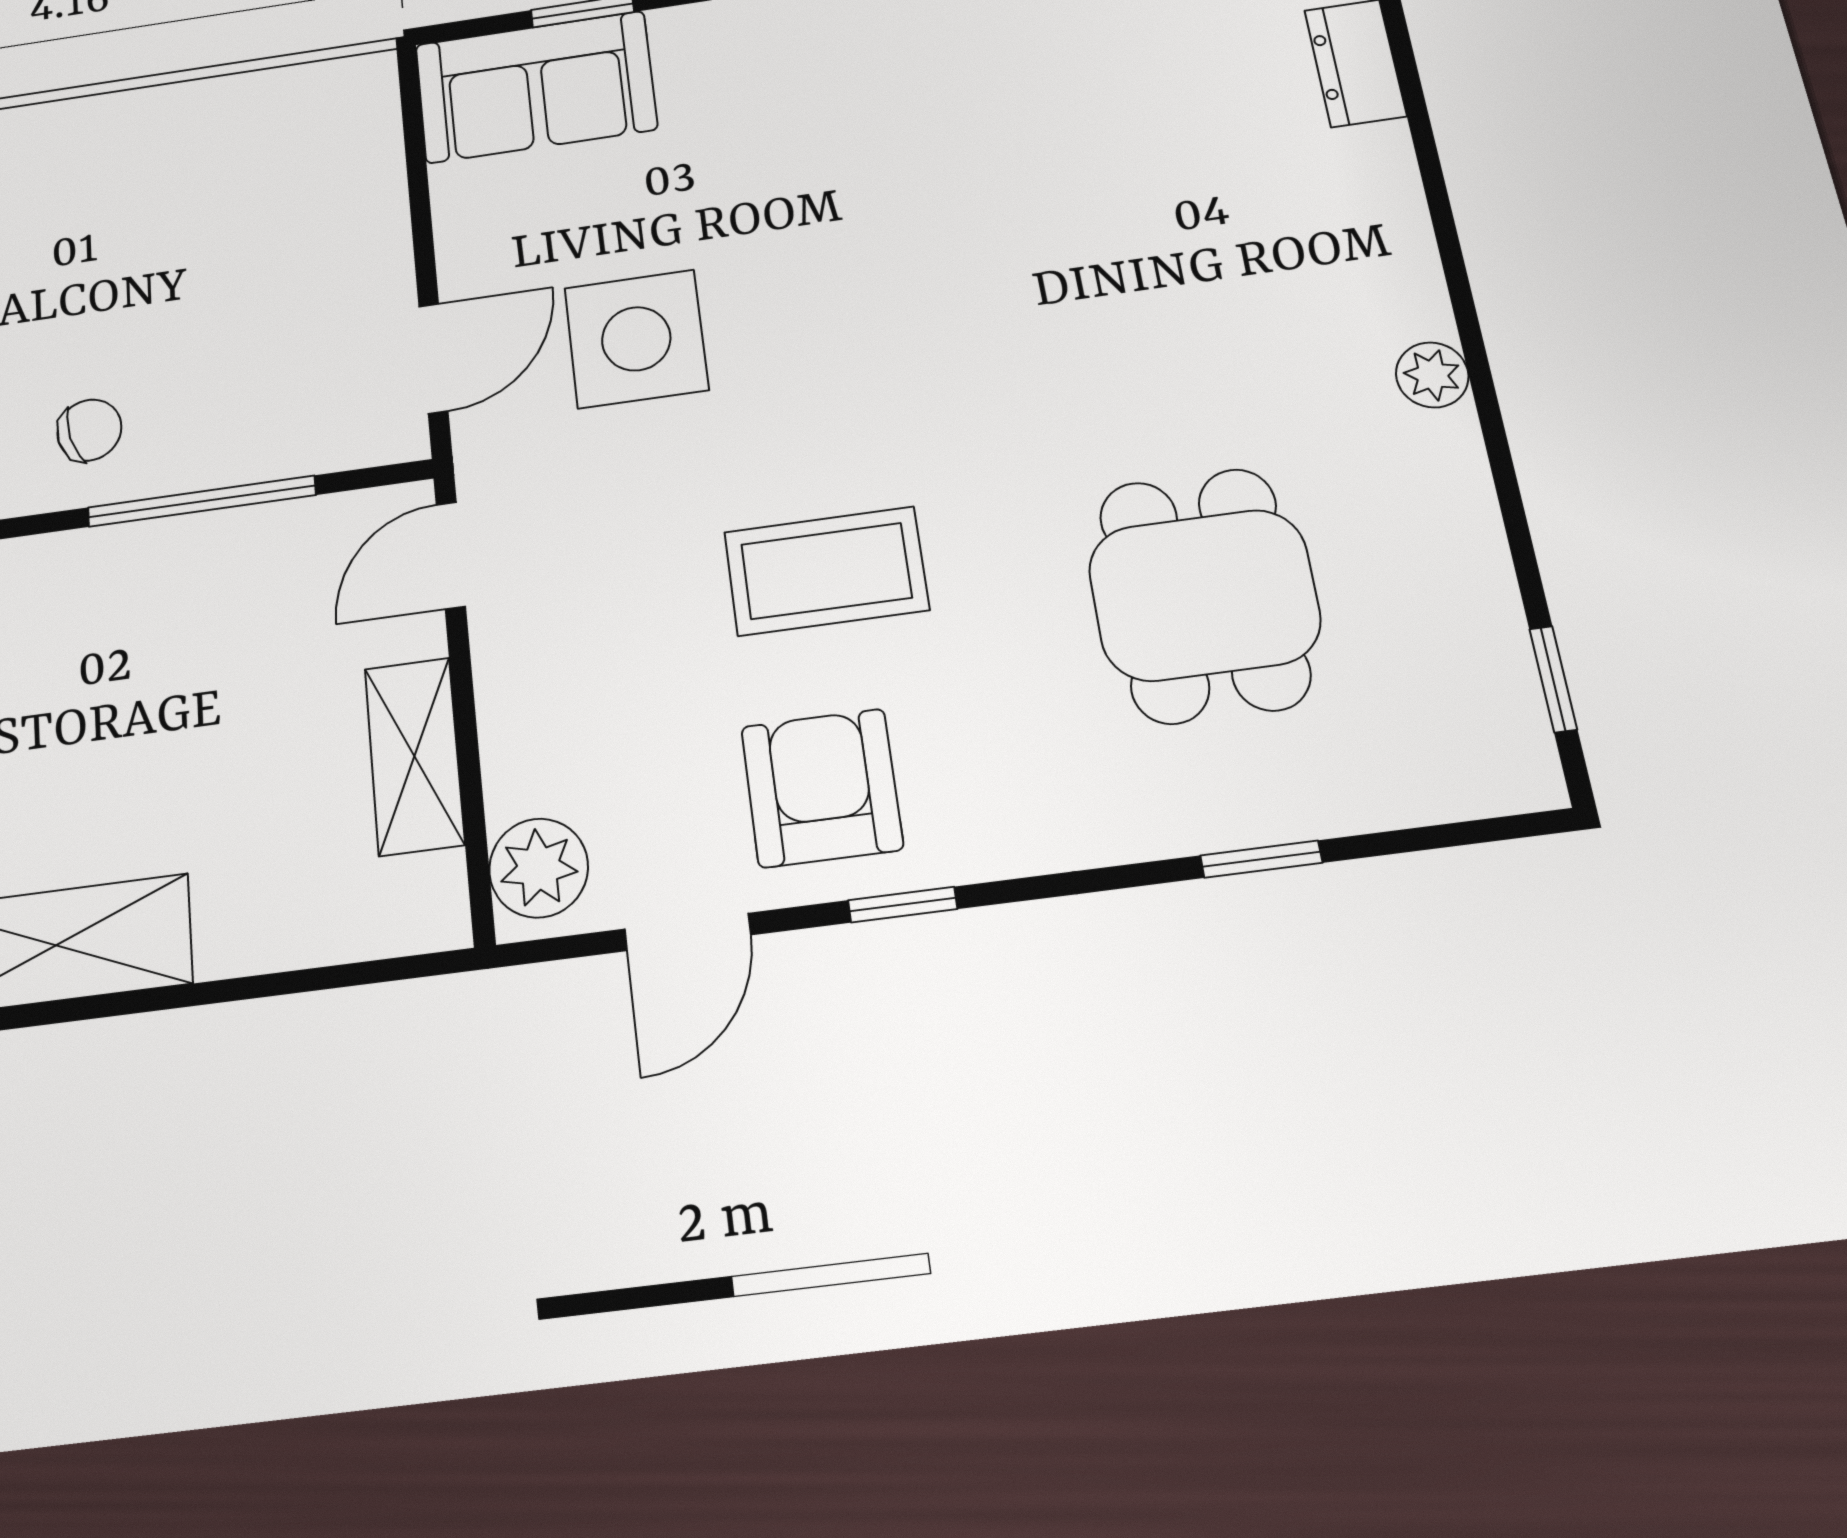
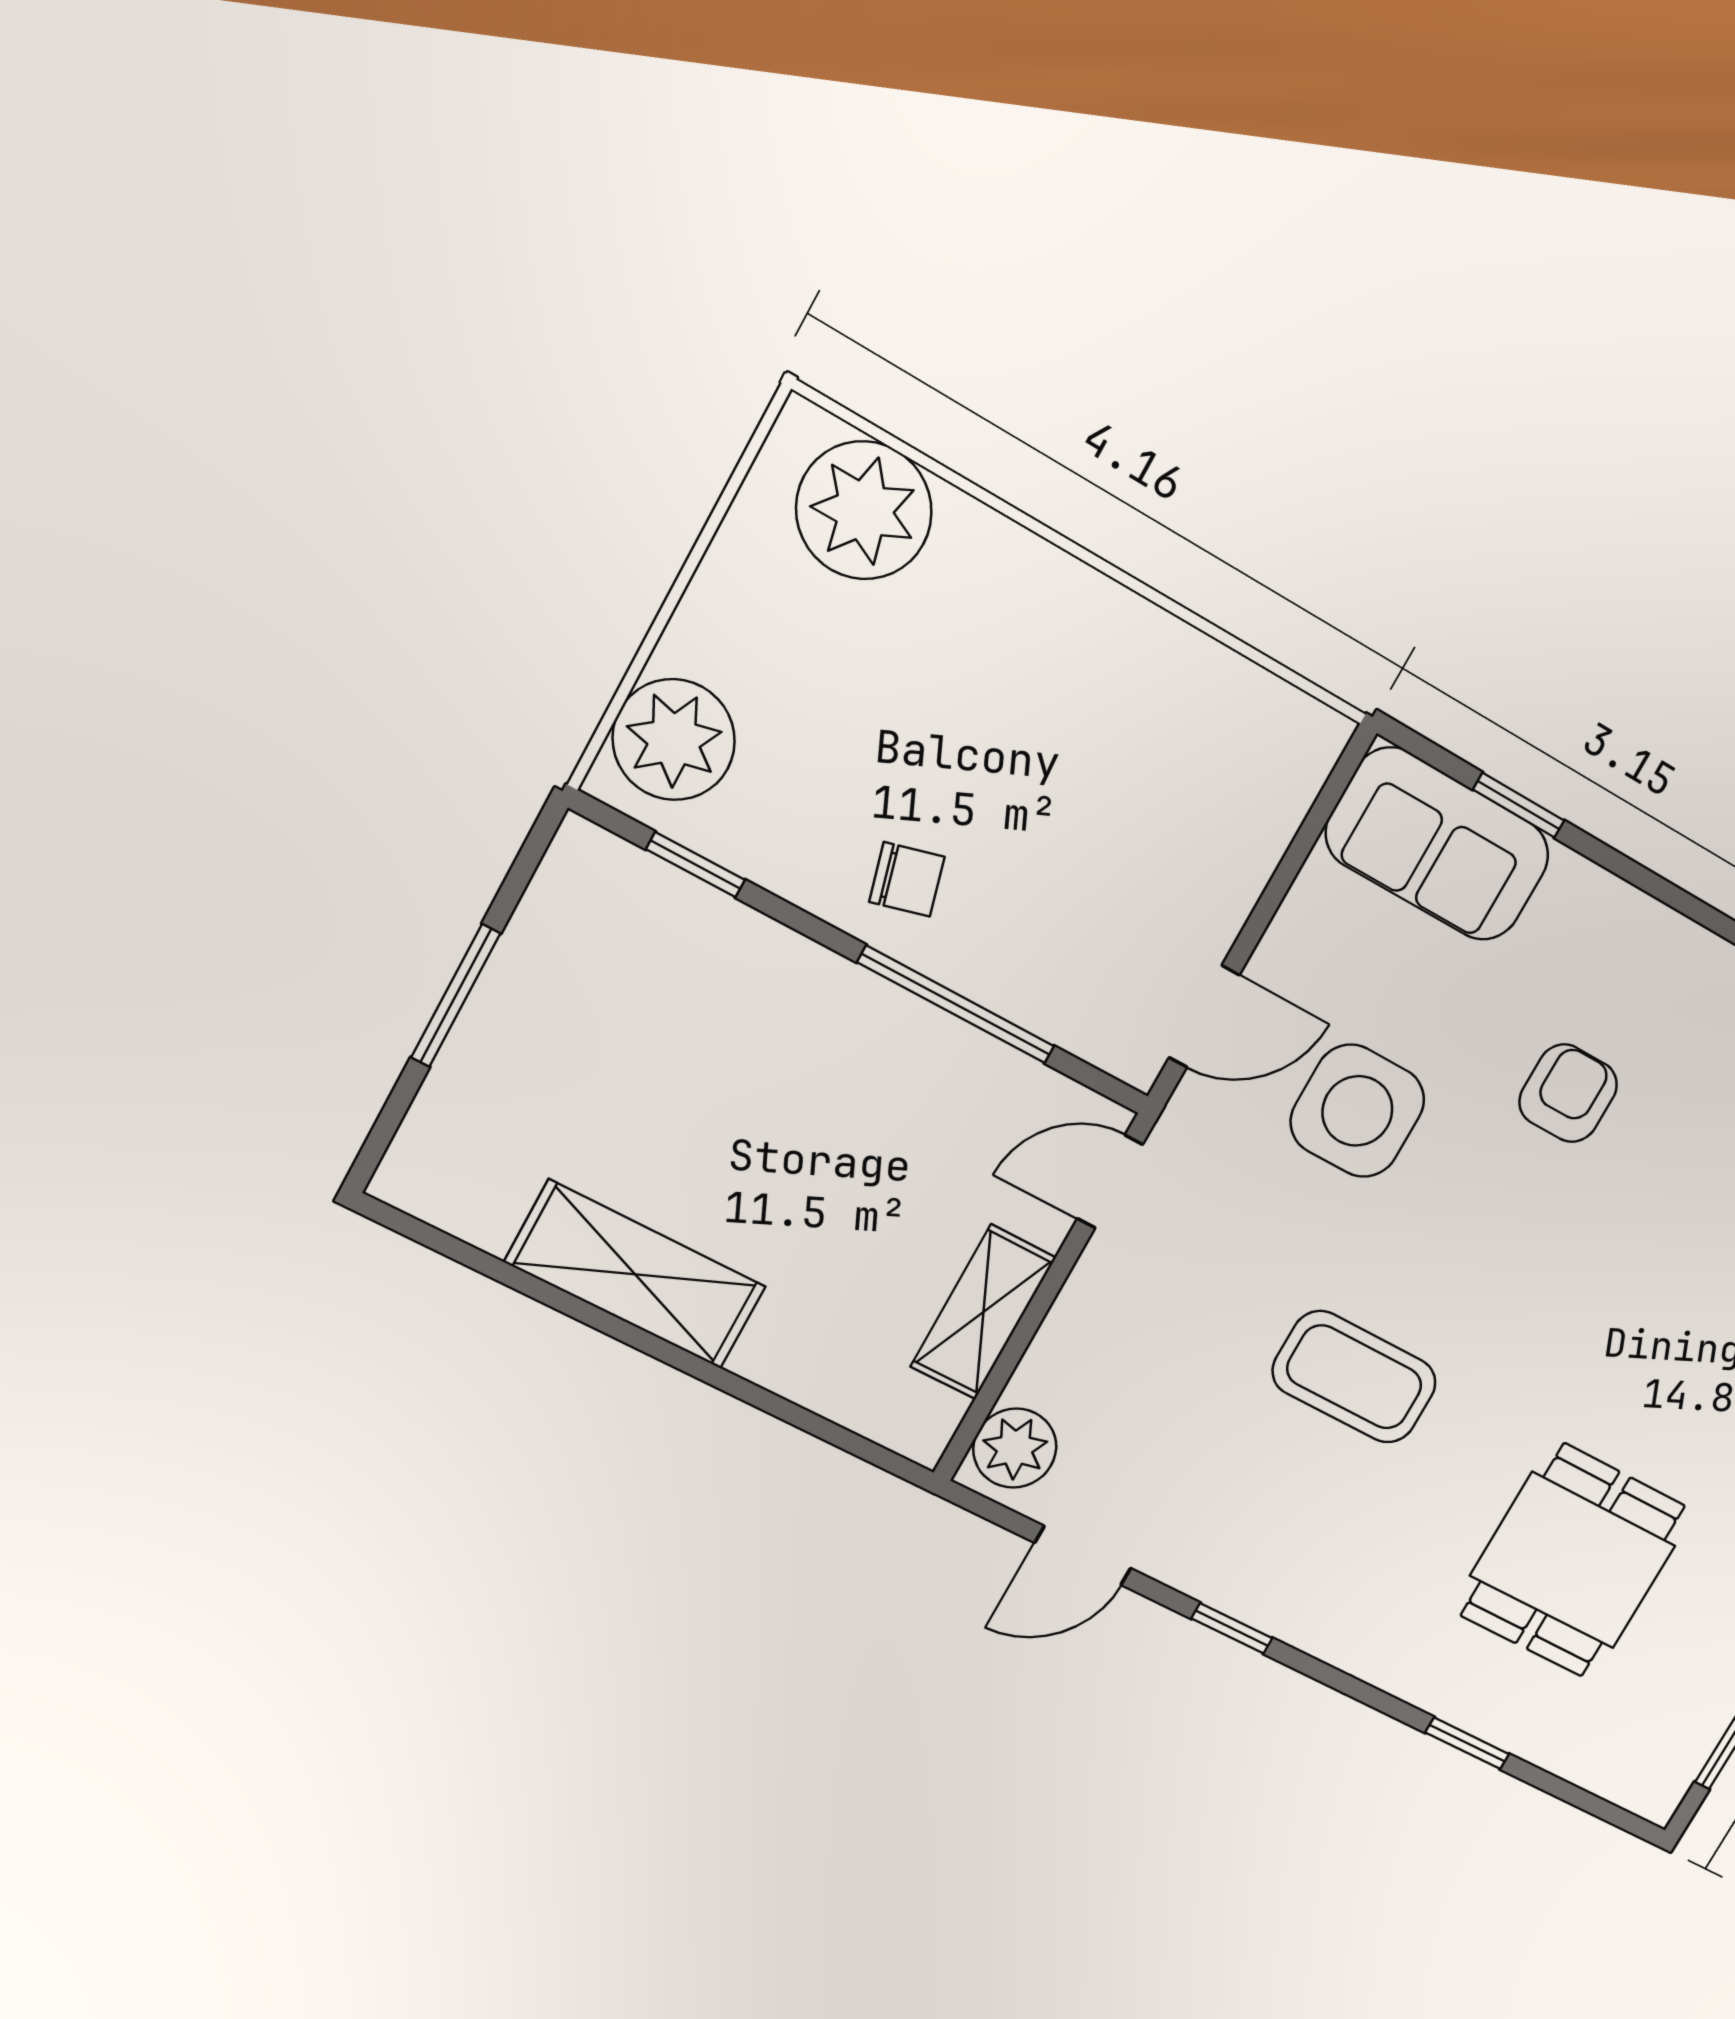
armchair: (822, 788) -> (1568, 1093), moved, width x0.72, depth x0.72

